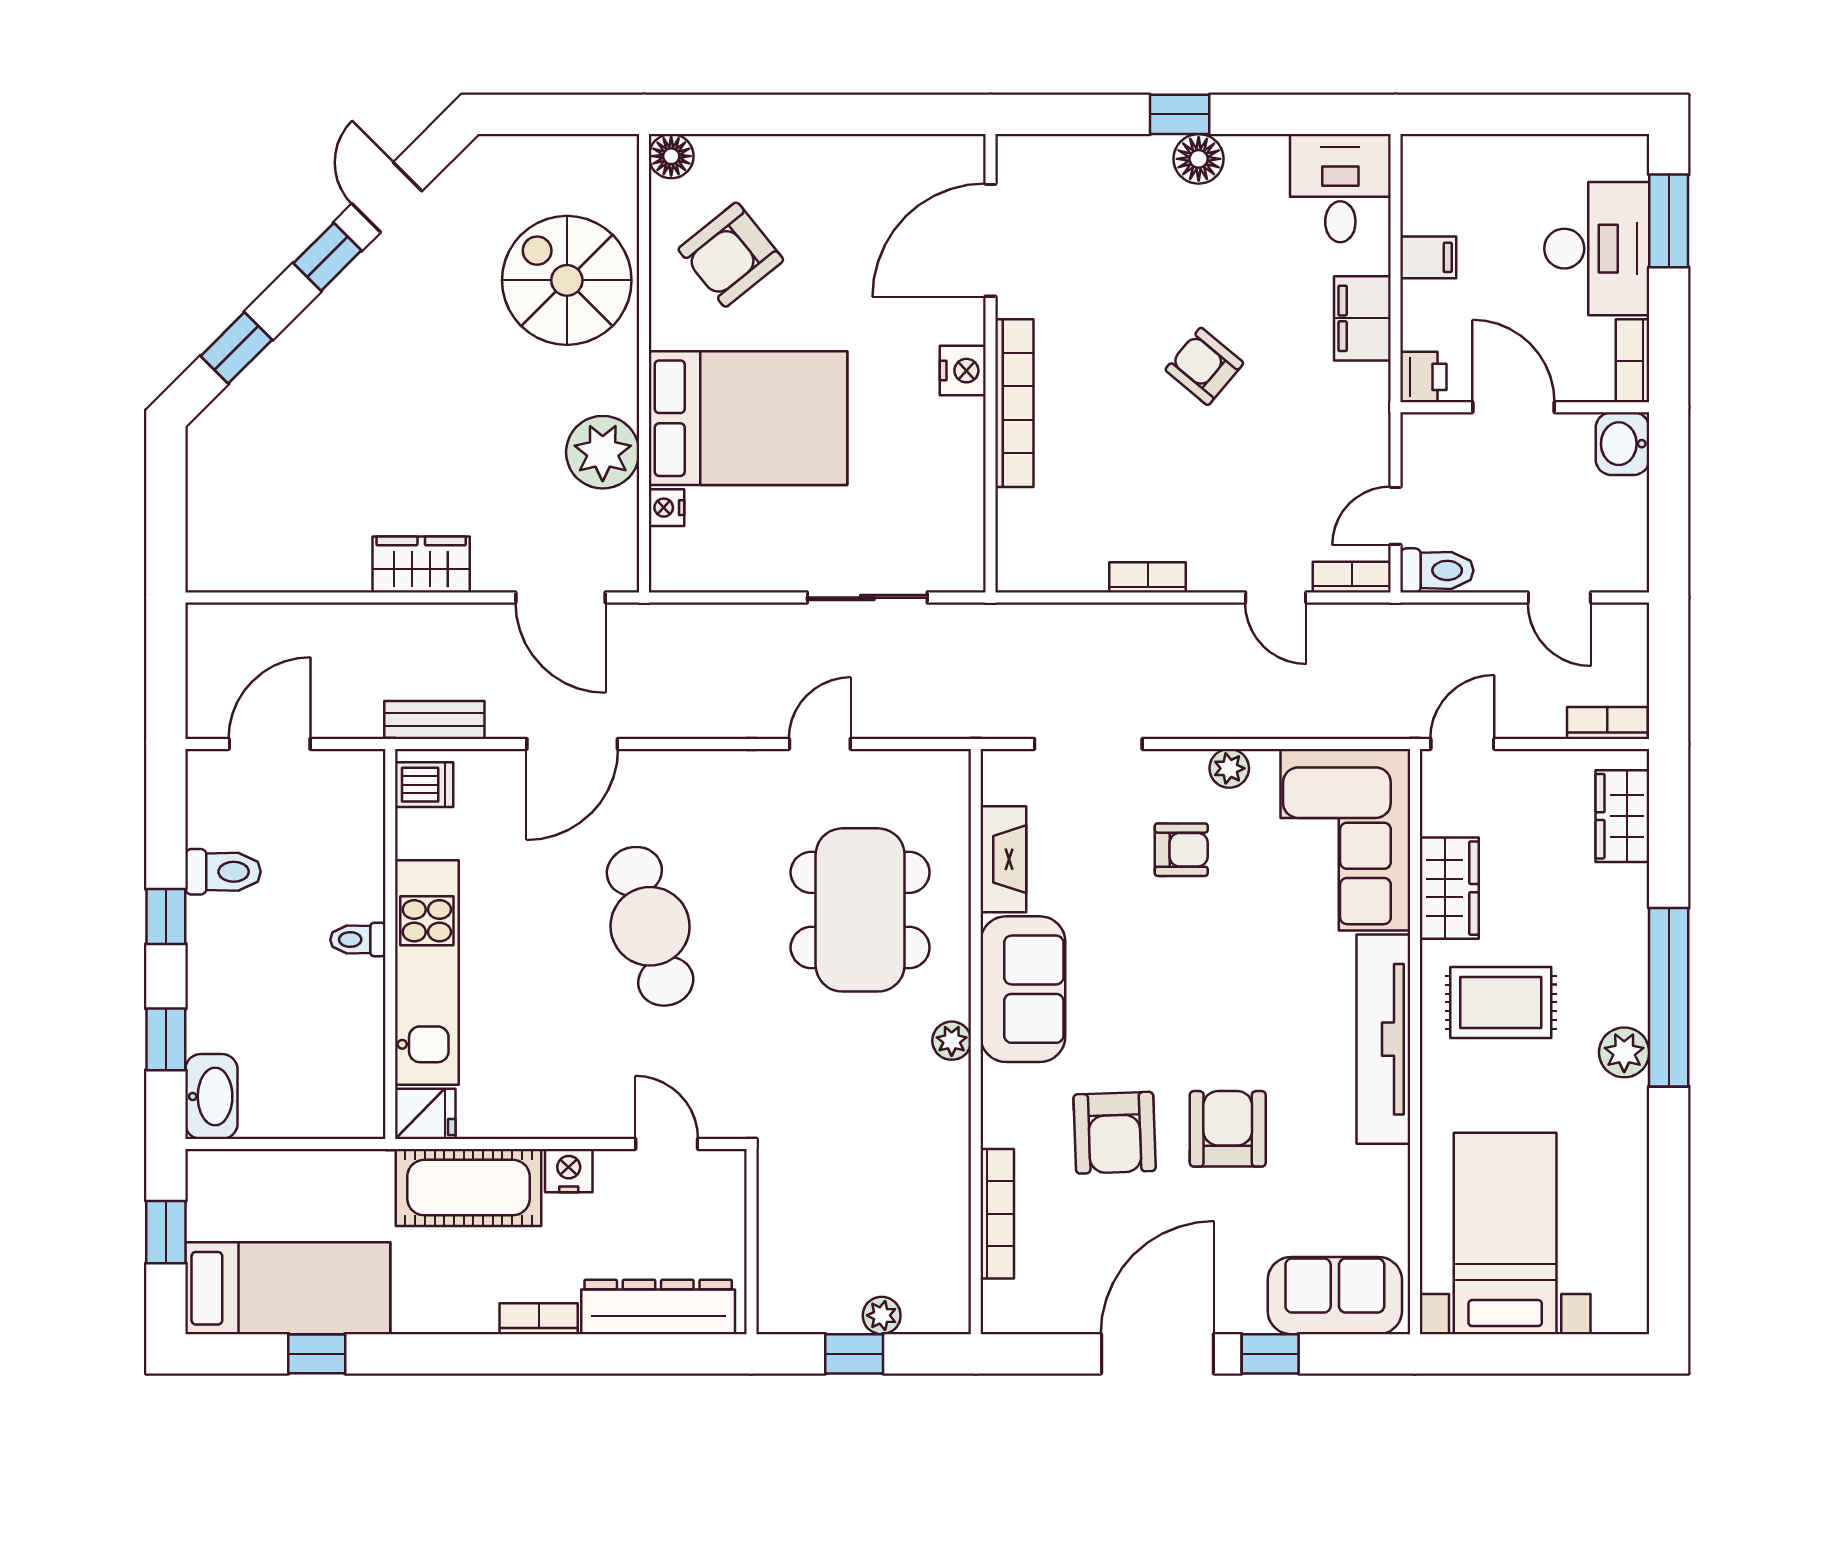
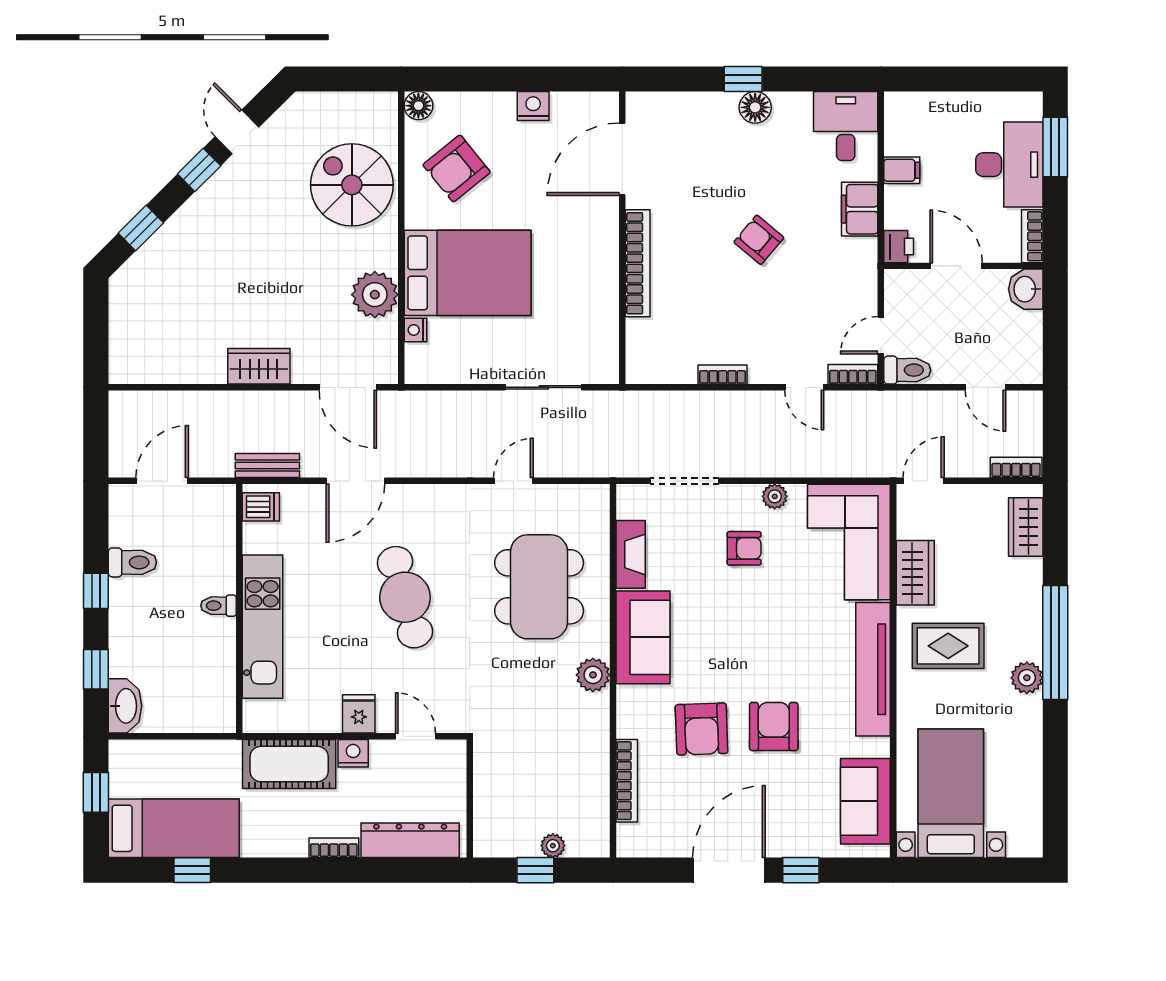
nightstand: (963, 371) -> (533, 106), moved, turned -90
plant: (952, 1041) -> (593, 675), width x1.38, depth x1.38
fridge: (425, 1114) -> (359, 714), moved, turned -90
sofa: (1335, 1296) -> (865, 801), moved, turned -90

